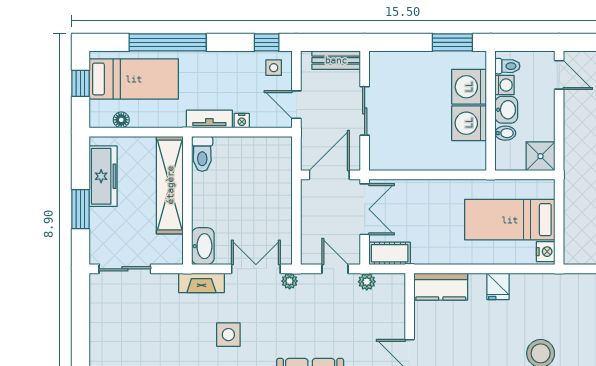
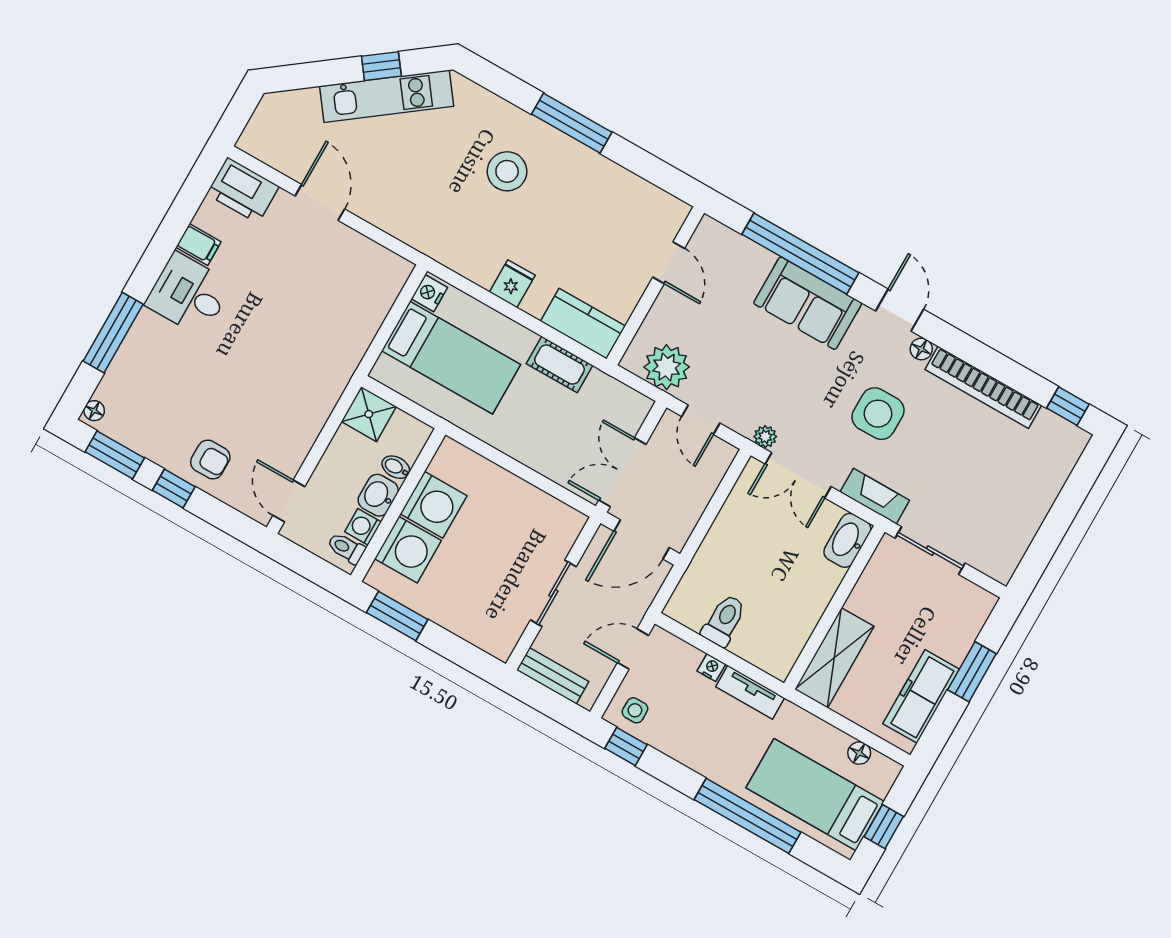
door: (296, 105) -> (633, 649), swing flipped
toilet: (202, 154) -> (724, 621), moved
shelving: (170, 185) -> (834, 658), width x0.68
cot: (390, 253) -> (560, 365), moved
sliding door: (125, 269) -> (930, 551), moved
plant: (367, 282) -> (667, 367), width x1.88, depth x1.88
side table: (228, 335) -> (878, 414), width x1.37, depth x1.37

